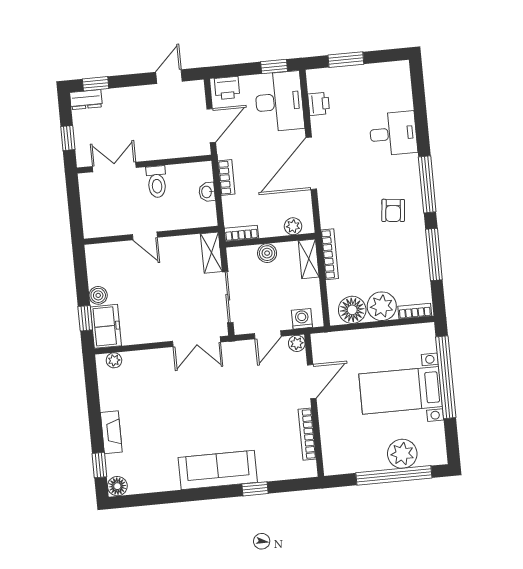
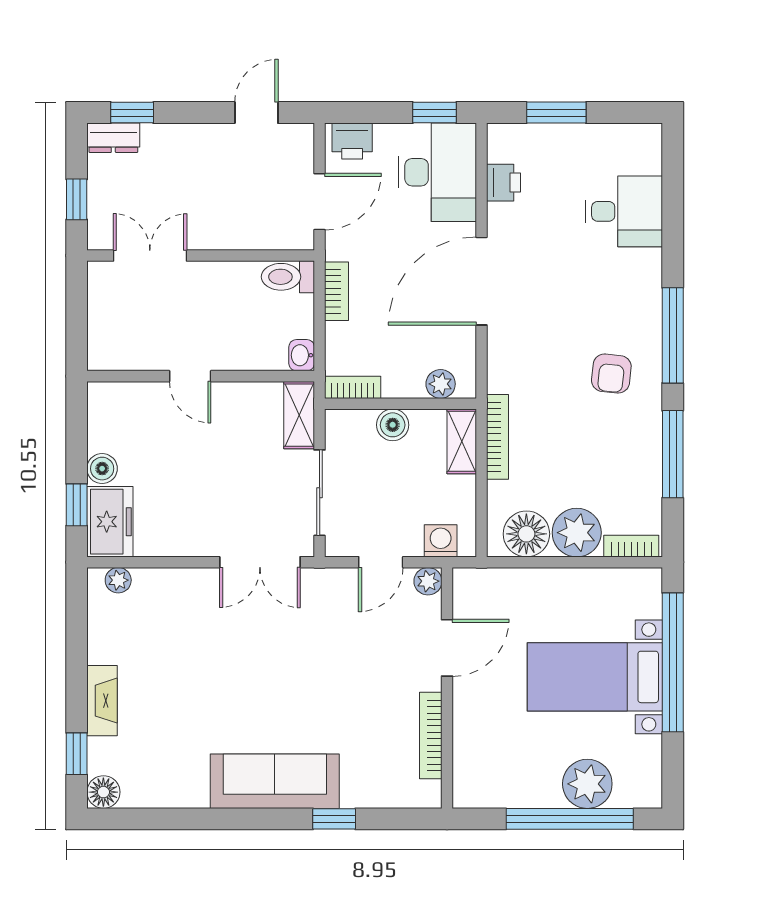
desk: (393, 134) -> (624, 211), moved
toilet: (157, 182) -> (288, 277), moved, turned 90
washbasin: (207, 192) -> (302, 355), moved

